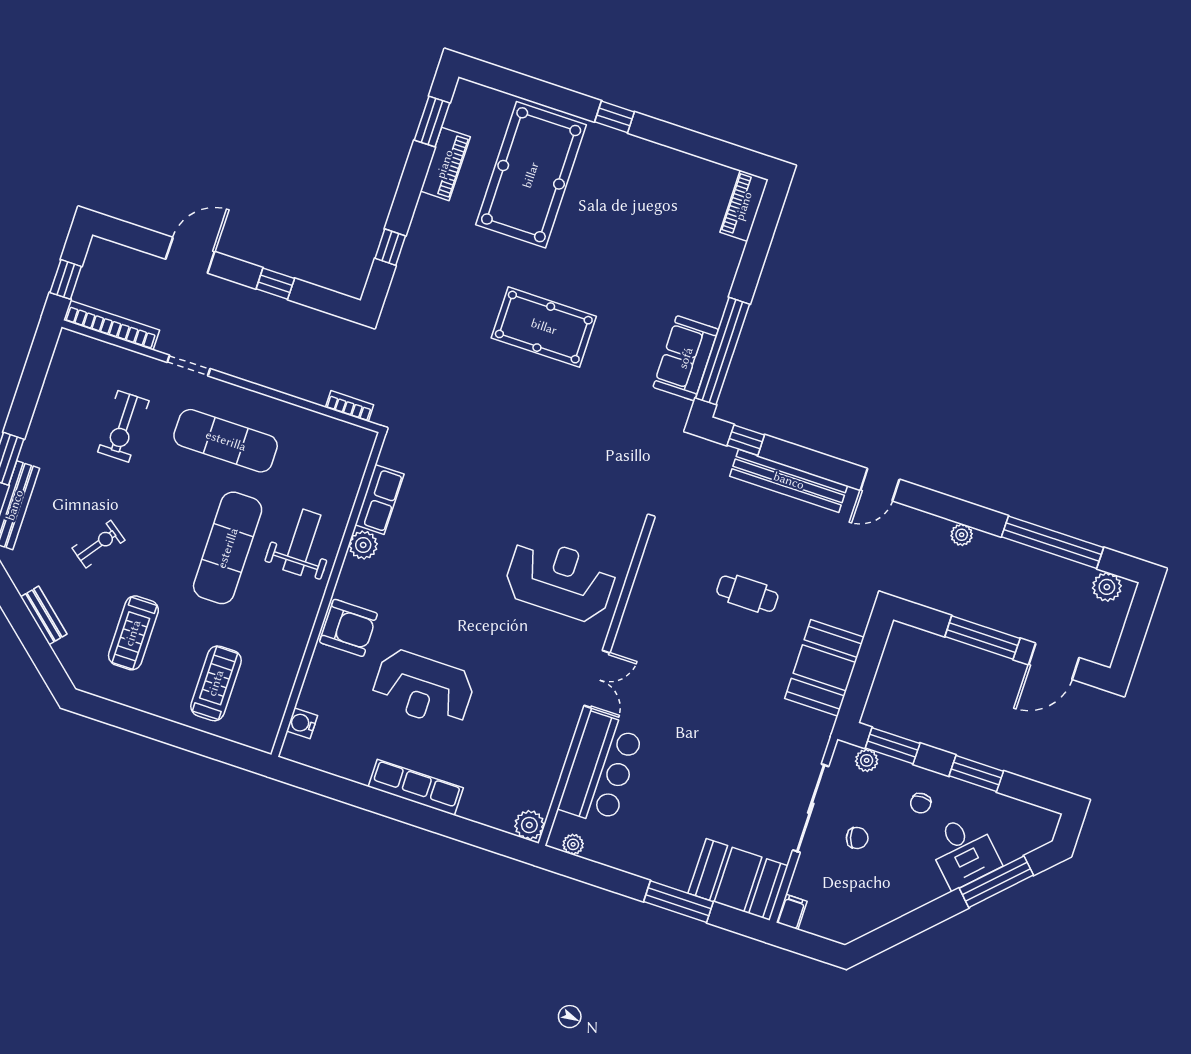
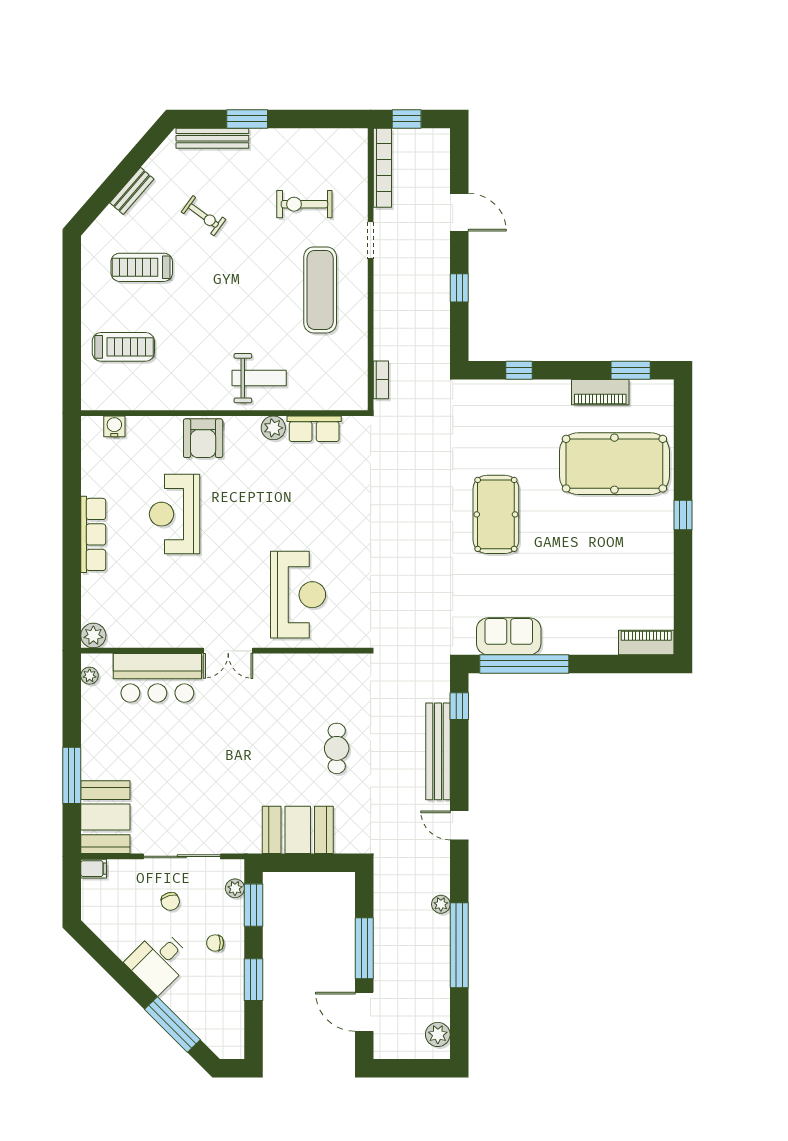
window: (1053, 542) -> (459, 945), moved
exercise mat: (228, 548) -> (235, 320), removed
desk: (964, 851) -> (159, 961), moved

